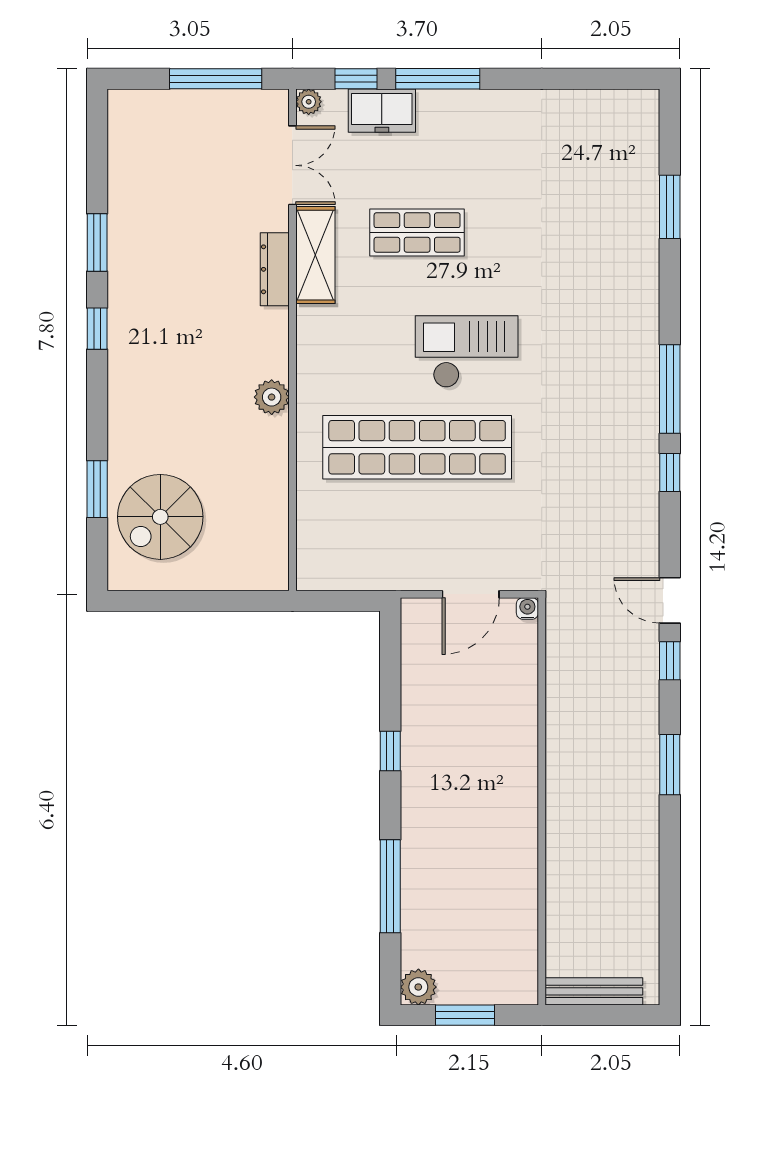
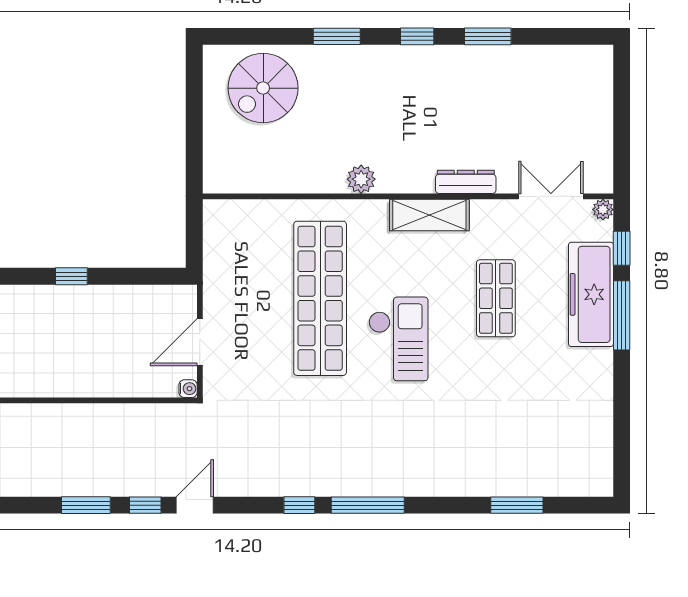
window: (216, 79) -> (622, 133), removed
freezer: (382, 111) -> (591, 294), width x1.91, depth x1.26
double door: (292, 165) -> (551, 196), swing flipped
shelving: (315, 255) -> (429, 215), moved
window: (97, 489) -> (337, 36), moved
spiral stairs: (160, 517) -> (263, 88), turned -90
door: (471, 594) -> (200, 342), hinge flipped
window: (670, 765) -> (86, 505), moved

